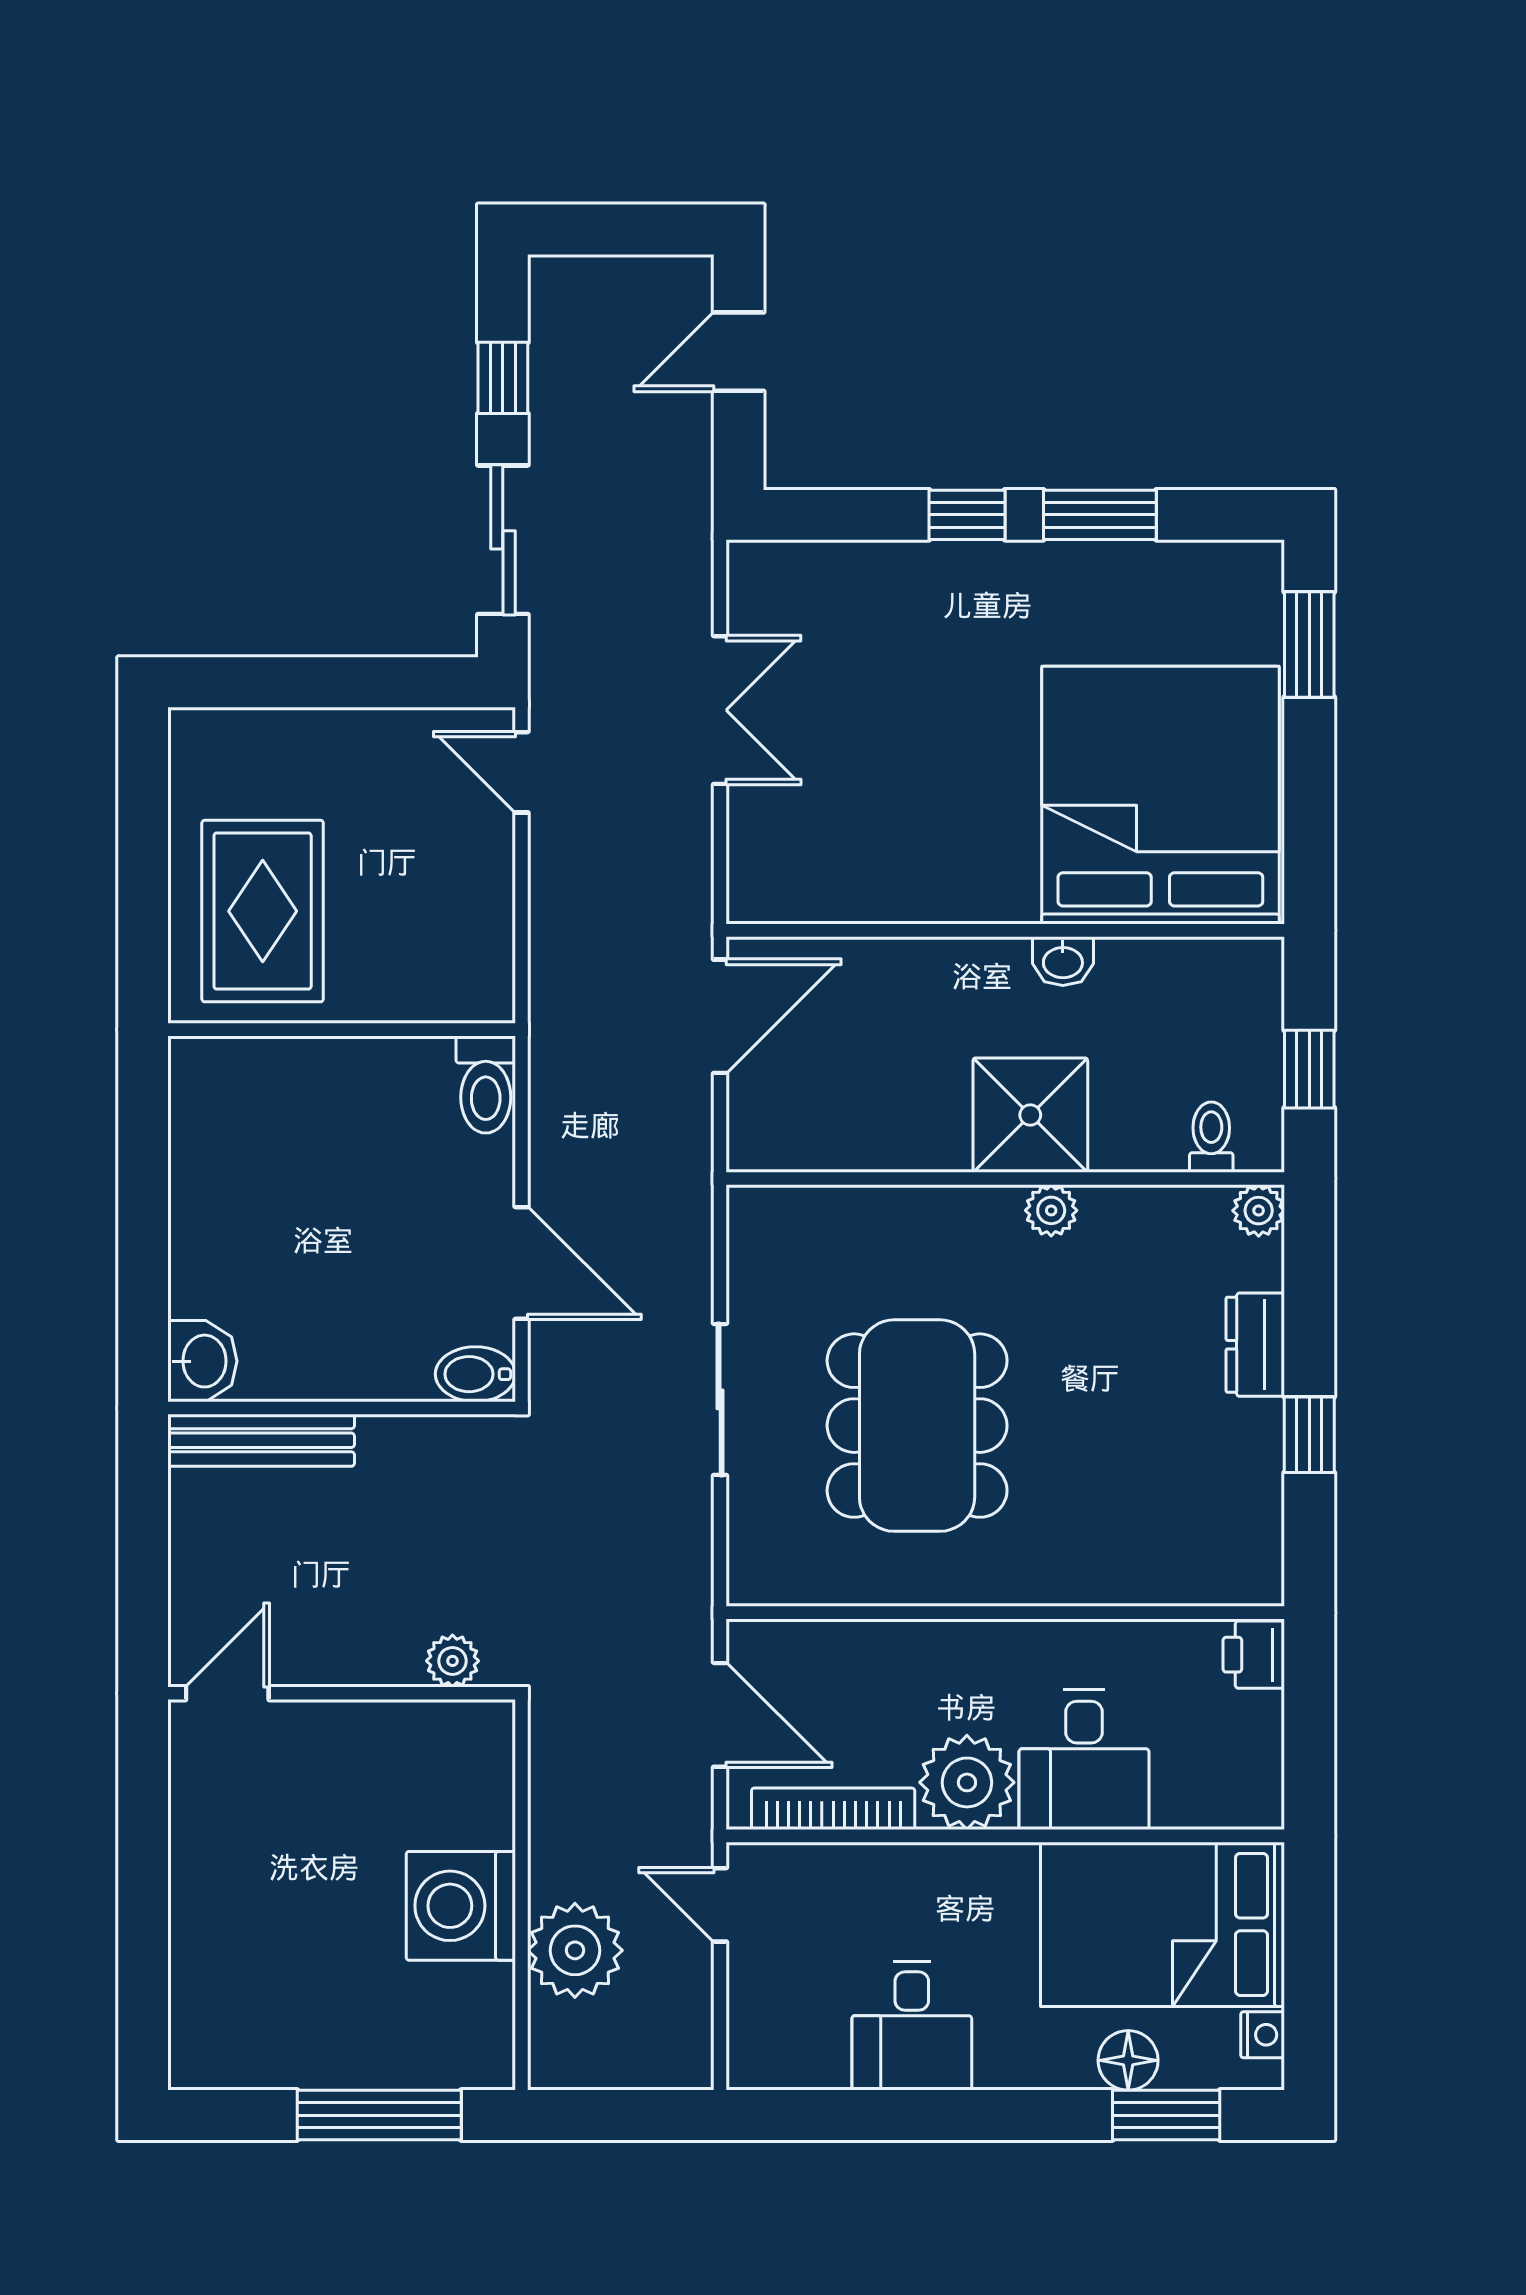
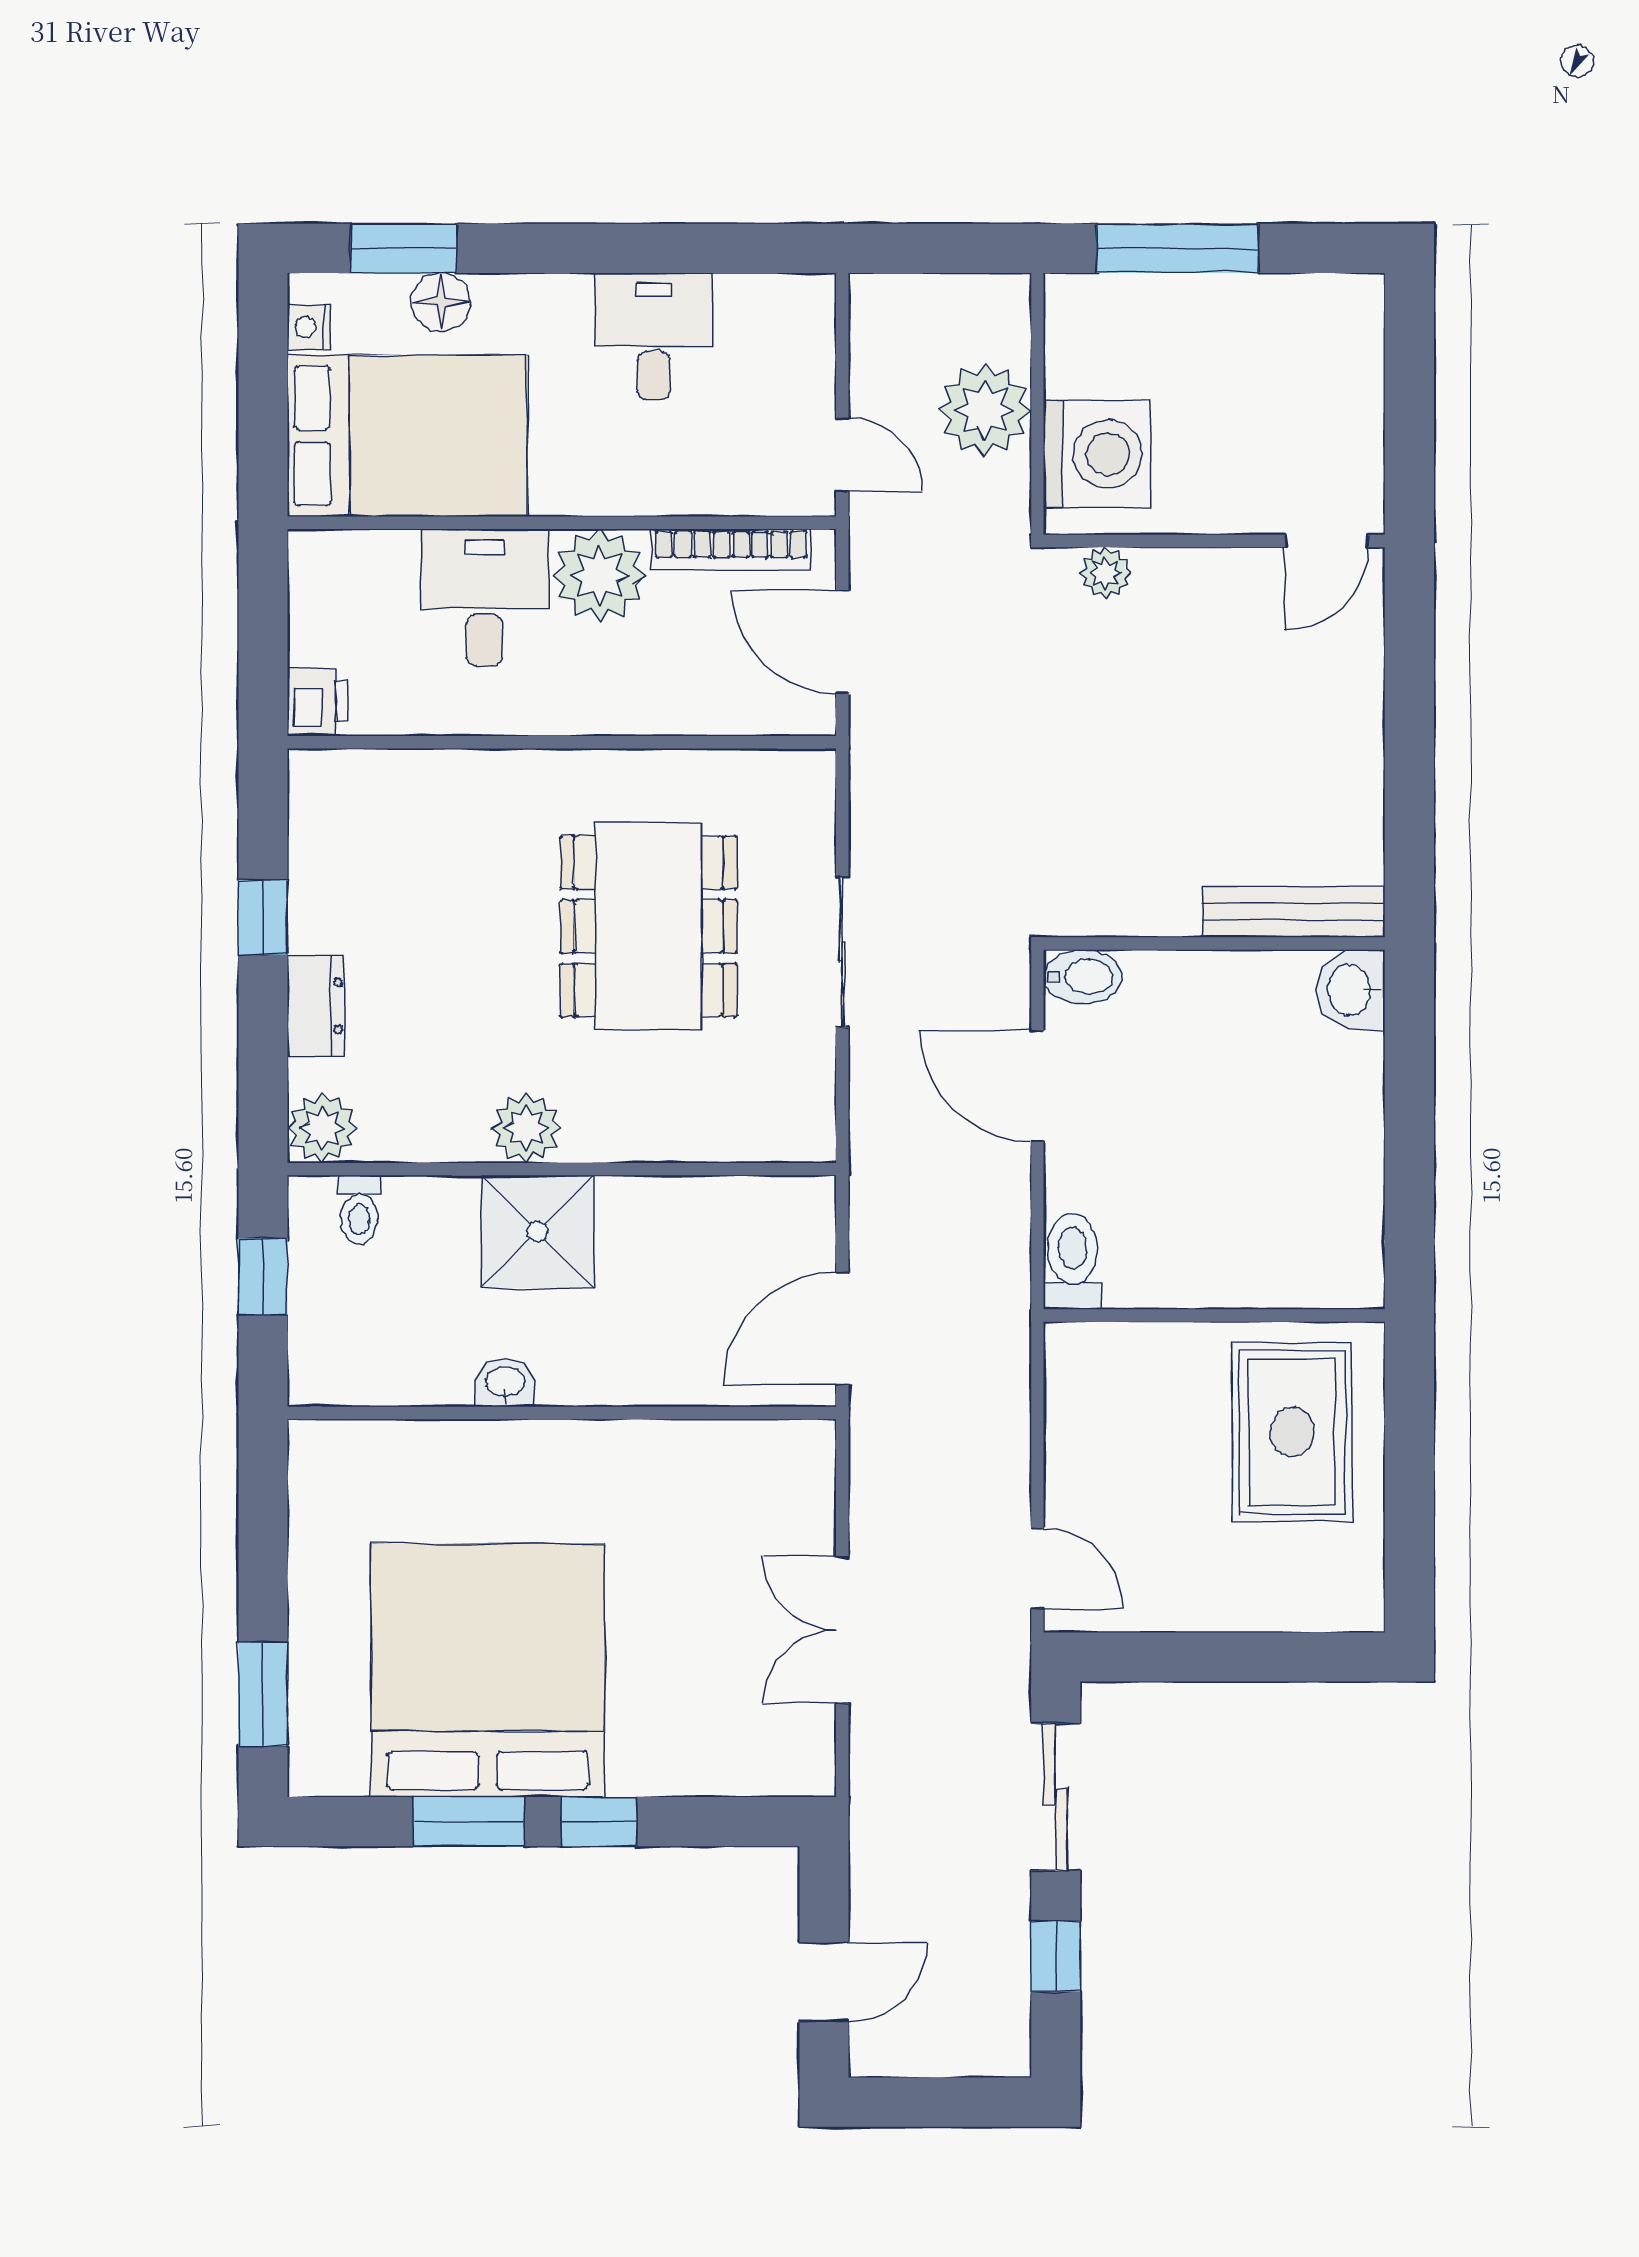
bed: (1160, 795) -> (488, 1670), moved, turned 180
plant: (1051, 1210) -> (526, 1128), width x1.38, depth x1.38
plant: (1259, 1211) -> (322, 1128), width x1.38, depth x1.38
plant: (452, 1661) -> (1105, 573), moved
door: (227, 1693) -> (1327, 541), moved
wall: (342, 1693) -> (1214, 541), moved

